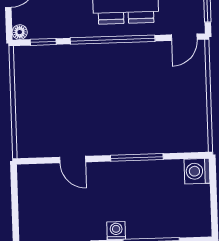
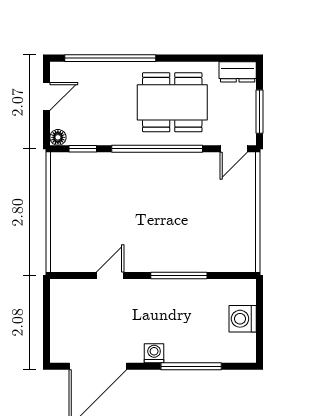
door: (73, 160) -> (110, 276), swing flipped
washing machine: (197, 171) -> (243, 319), moved

